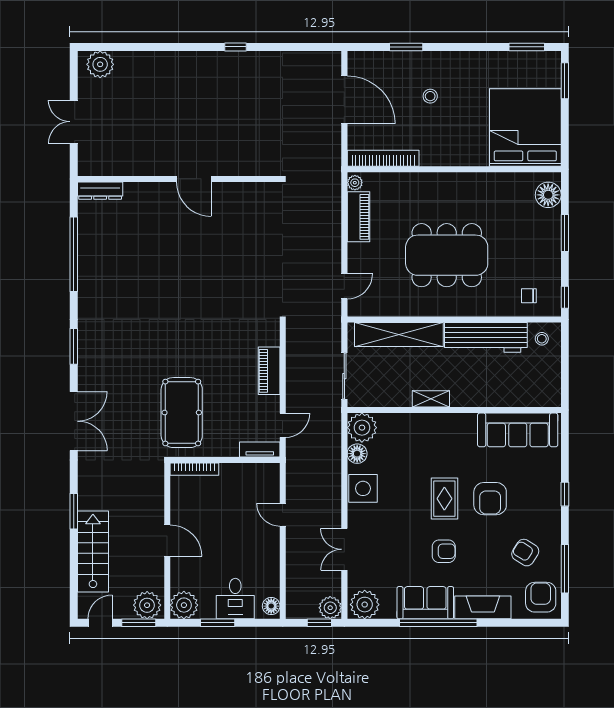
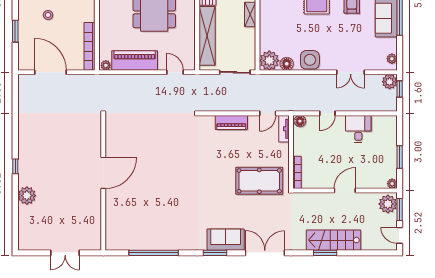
window: (235, 47) -> (15, 166), moved
plant: (100, 64) -> (27, 196), moved
door: (344, 100) -> (50, 72), hinge flipped
door: (194, 179) -> (103, 173), width x1.36
dresser: (100, 191) -> (111, 235), removed
piano: (358, 217) -> (135, 60), width x1.37, depth x1.33
sofa: (94, 362) -> (226, 240), added
door: (283, 425) -> (268, 113), swing flipped
stairs: (93, 552) -> (334, 240), moved
desk: (235, 599) -> (358, 129), moved, turned -90
plant: (184, 605) -> (392, 184), width x0.53, depth x0.53
plant: (365, 605) -> (392, 59), width x0.53, depth x0.53
floor lamp: (271, 606) -> (300, 121), moved

